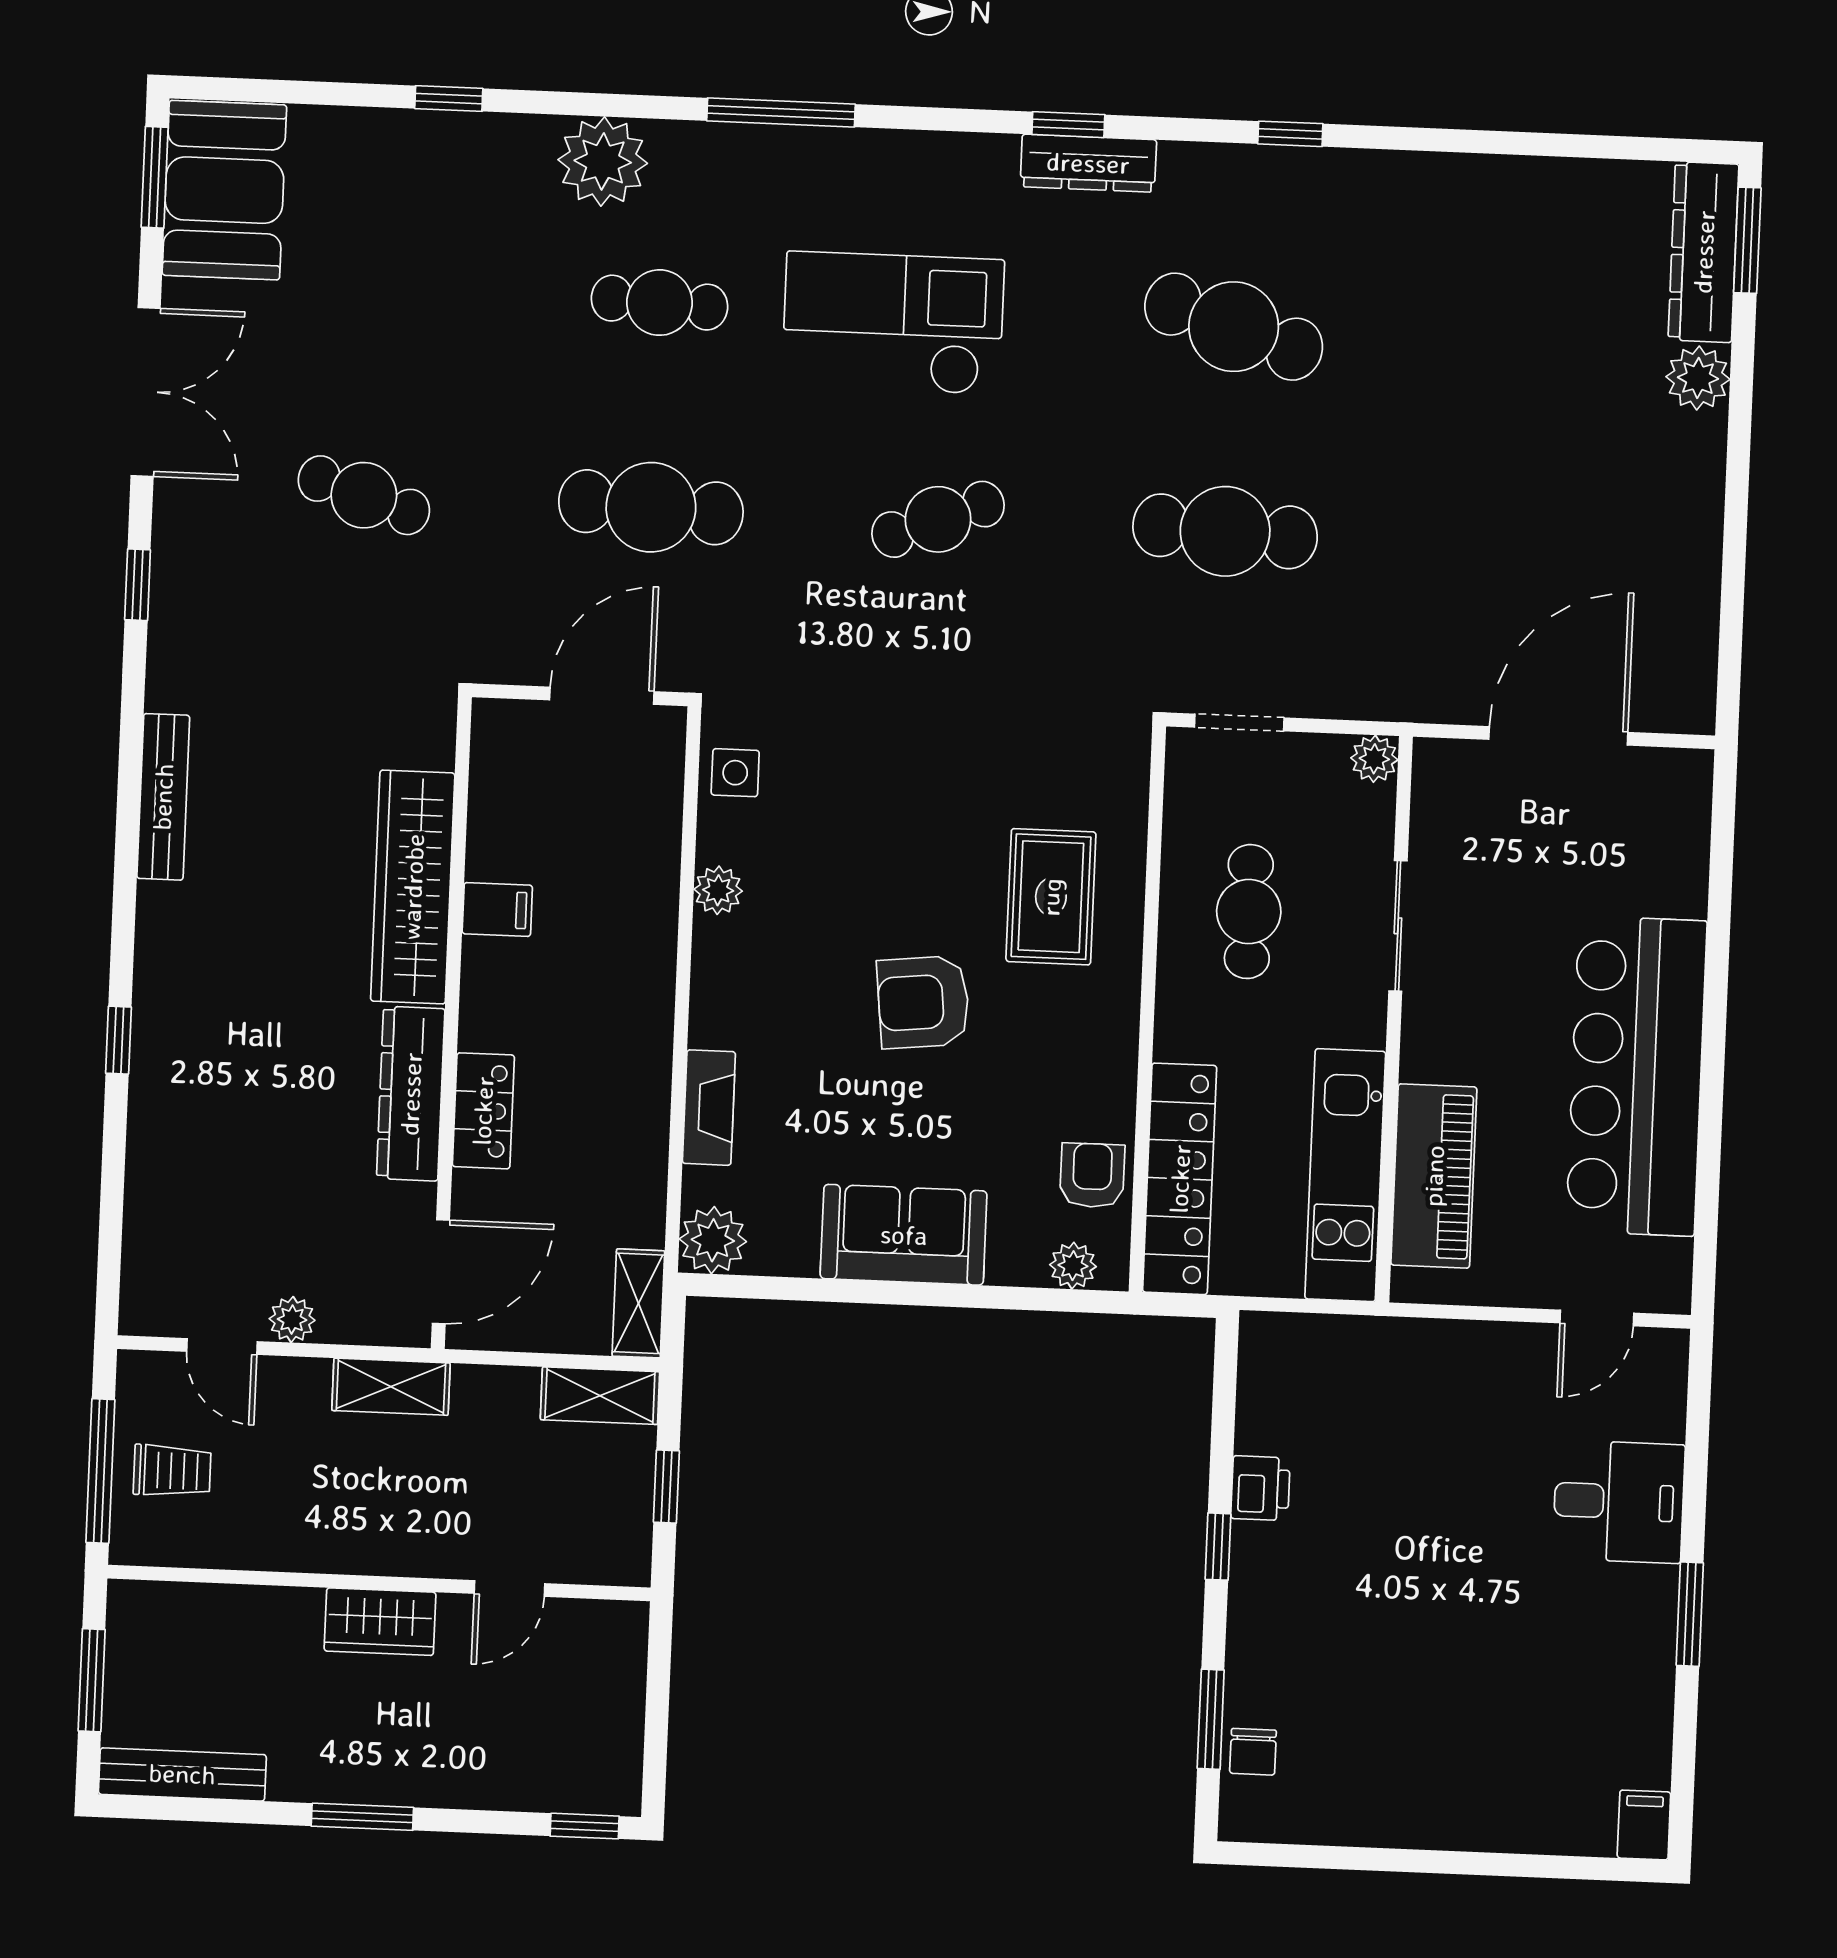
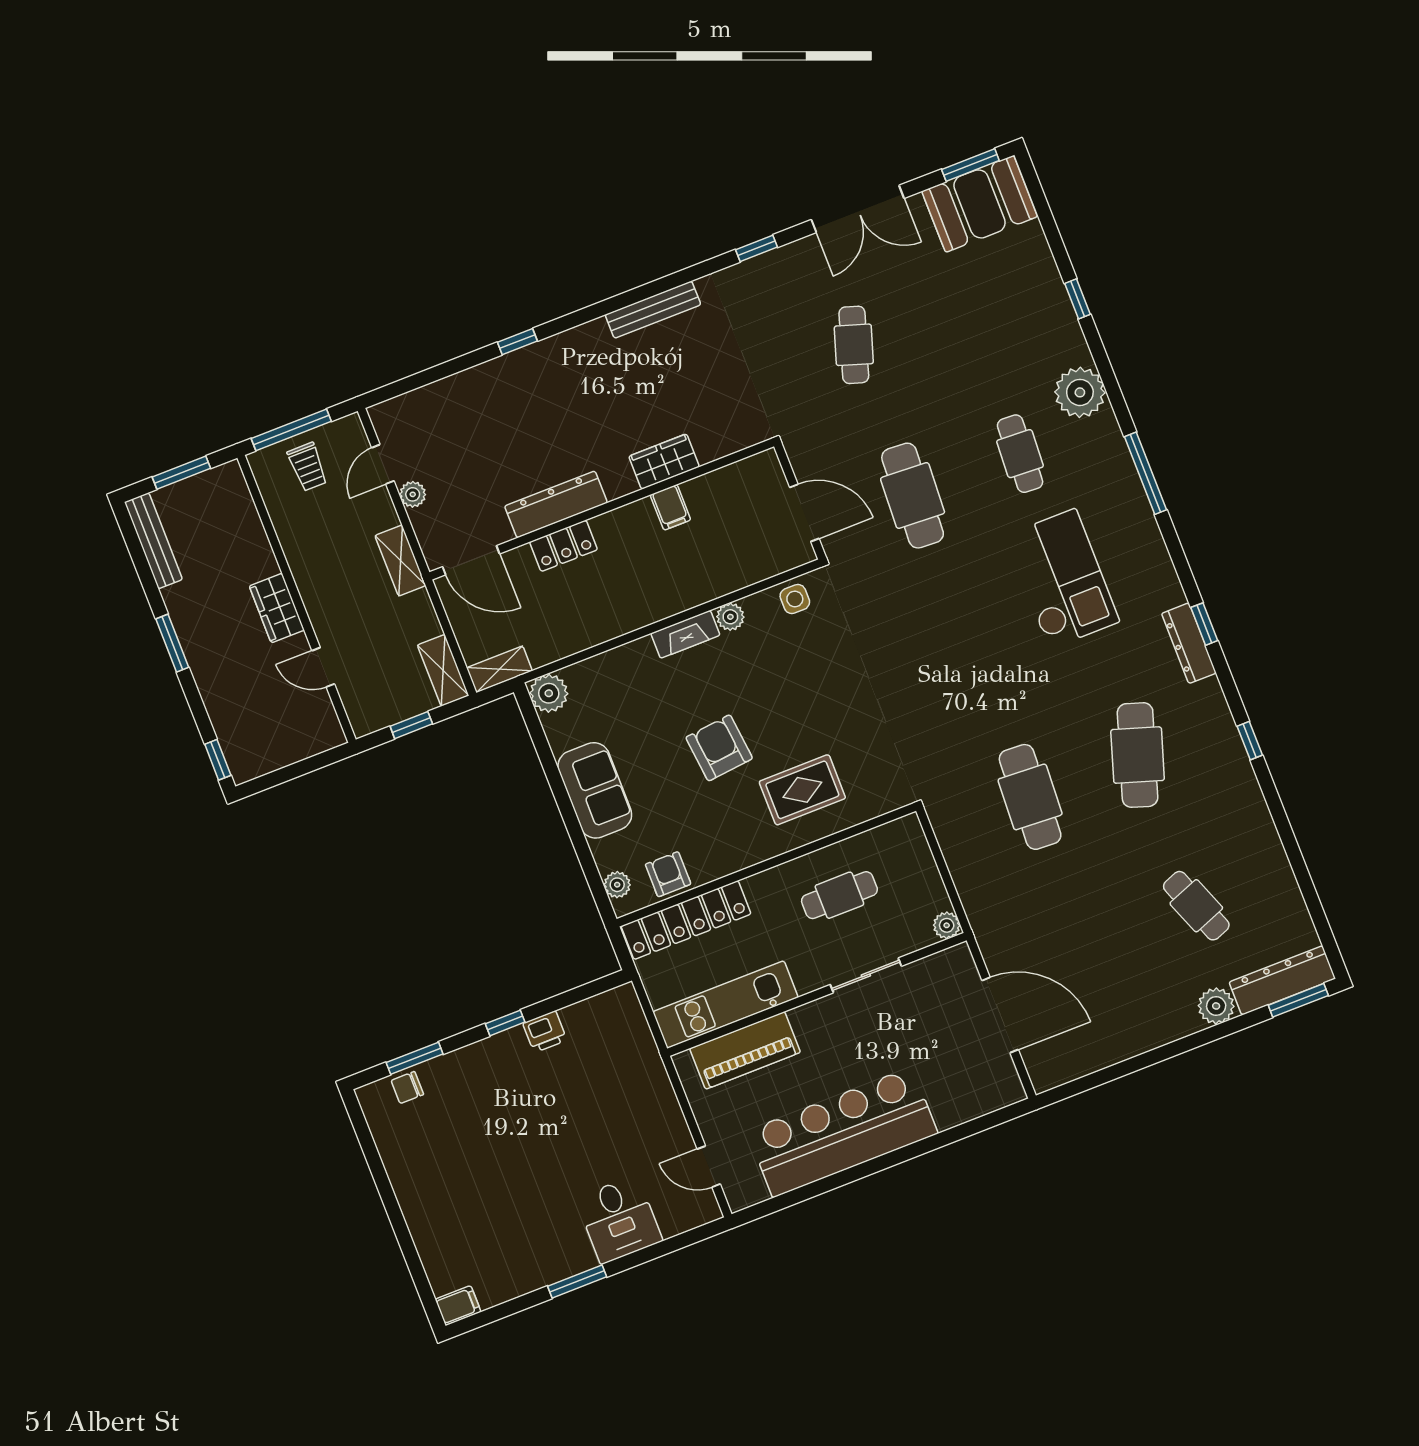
cafe table: (938, 519) -> (1196, 906), moved
doorway: (1239, 722) -> (935, 848), removed
wardrobe: (413, 887) -> (664, 462), width x0.48, depth x0.85
fireplace: (709, 1108) -> (685, 634), moved
armchair: (1092, 1175) -> (668, 874), turned -90

